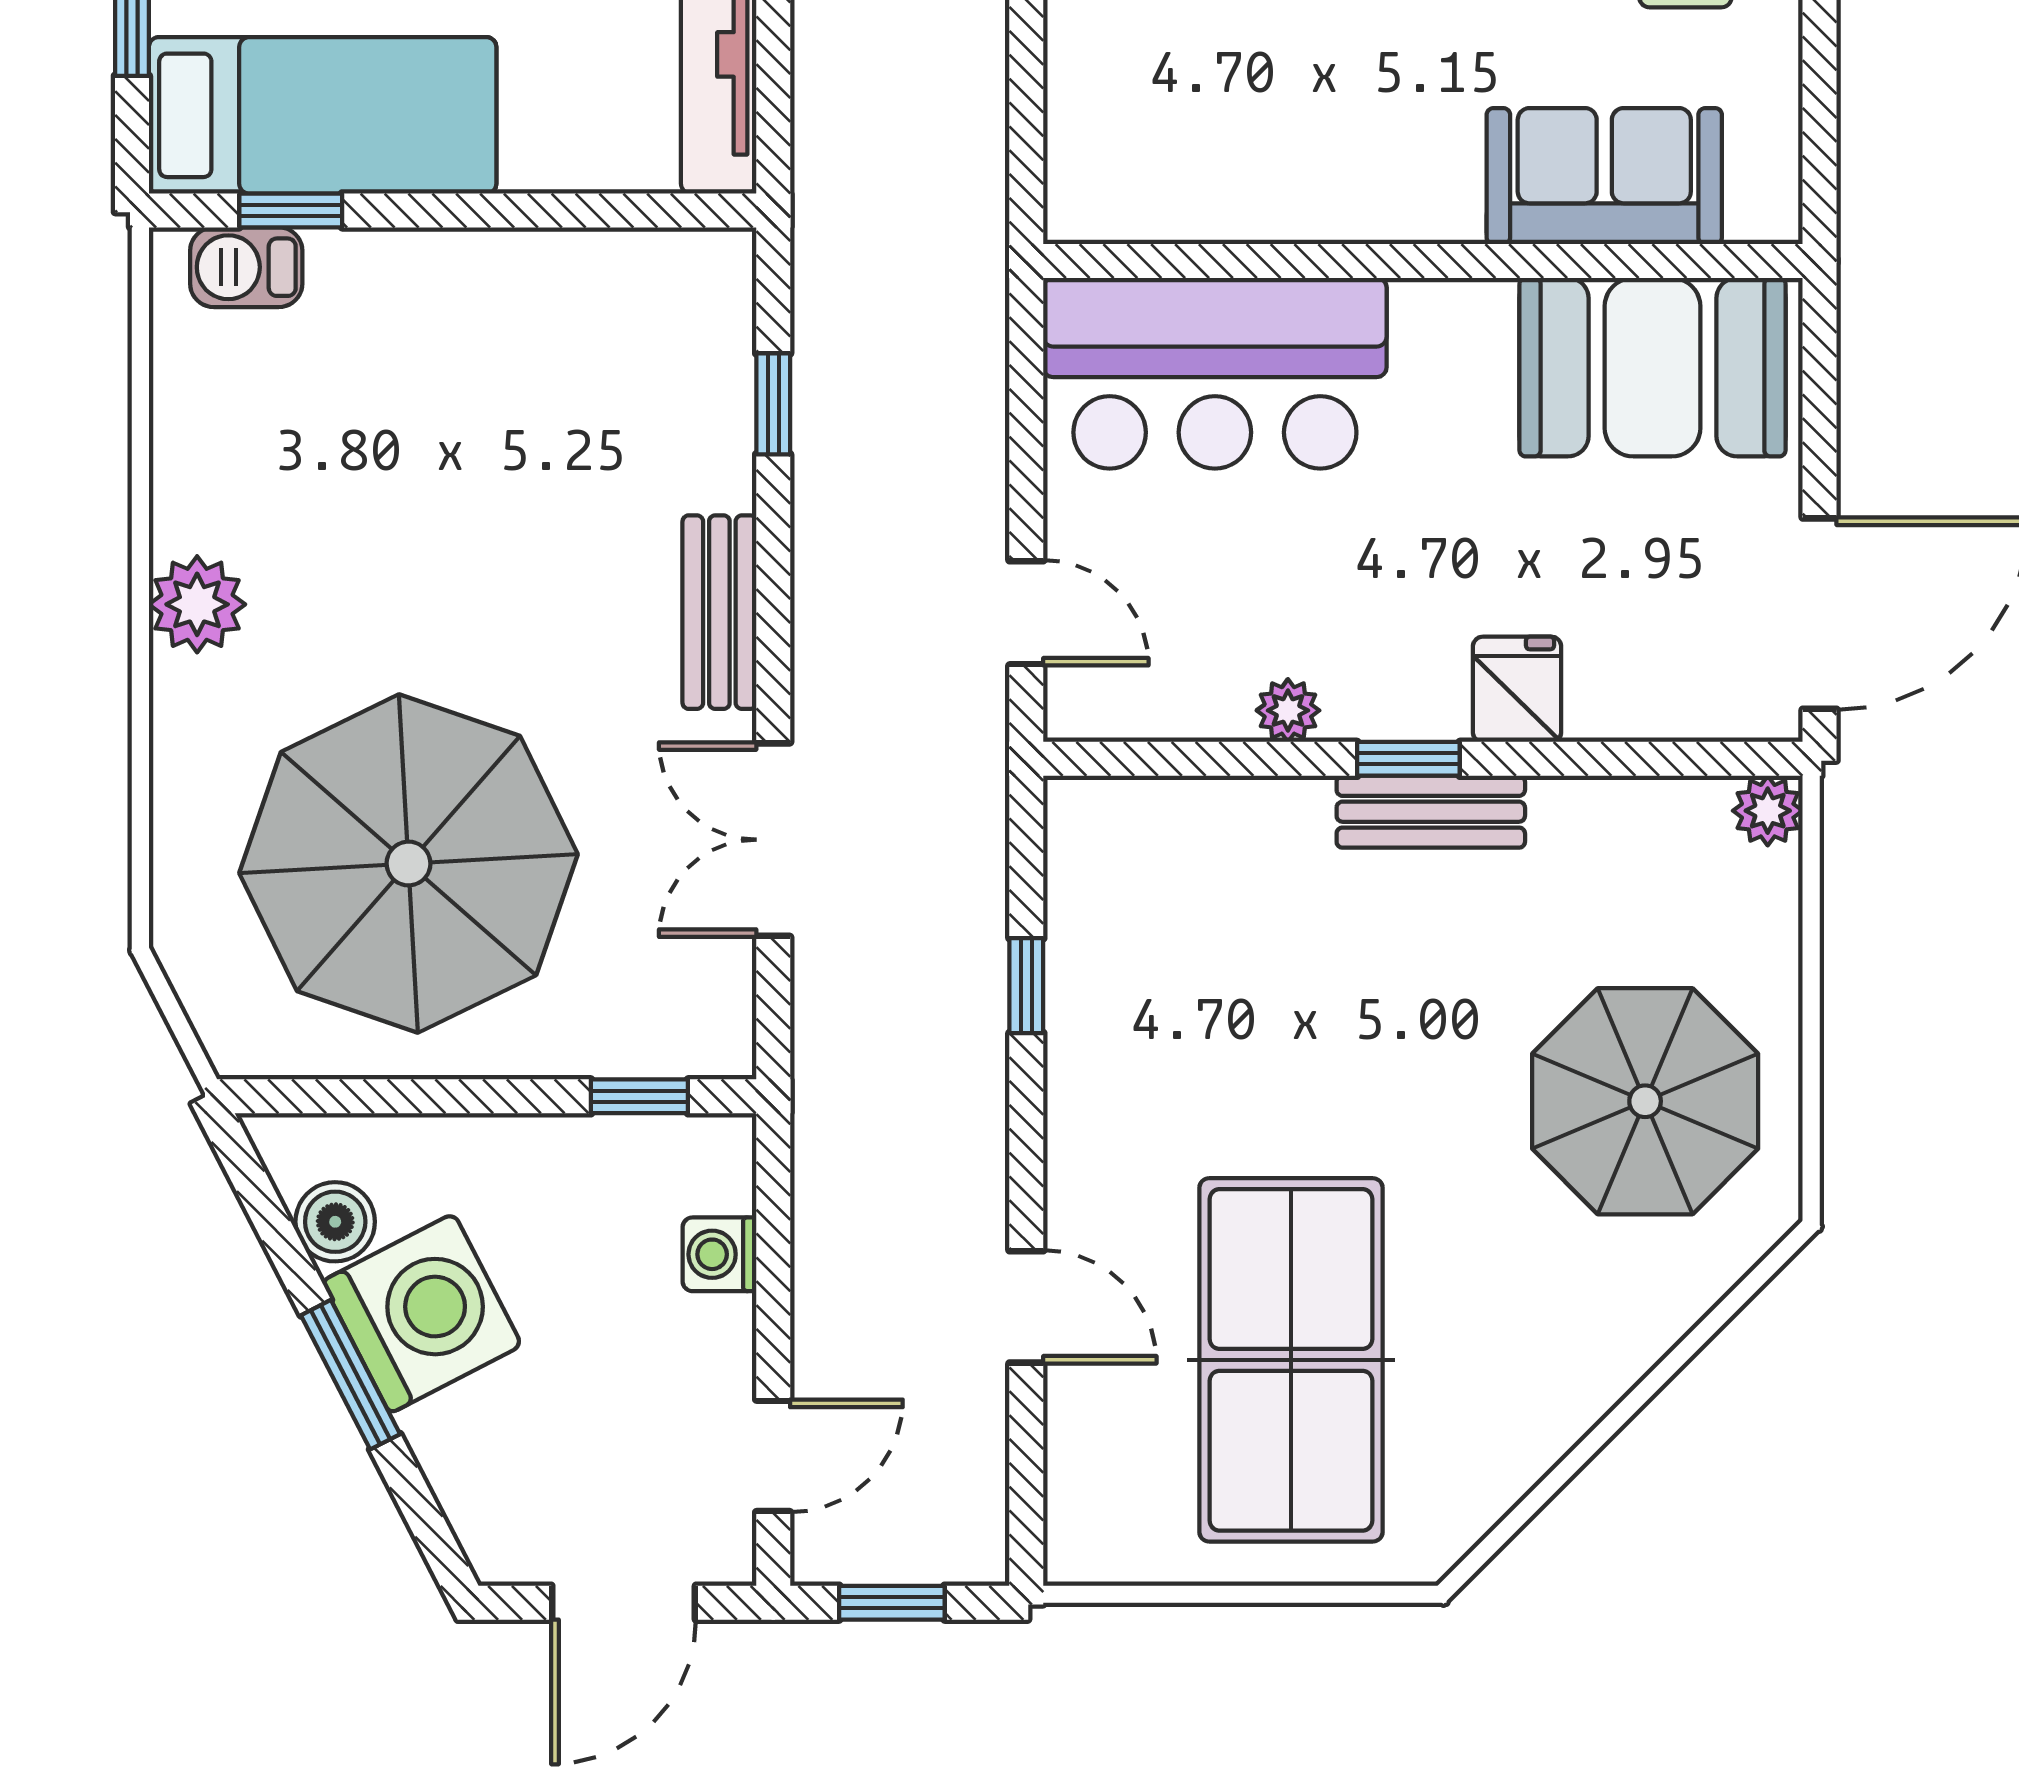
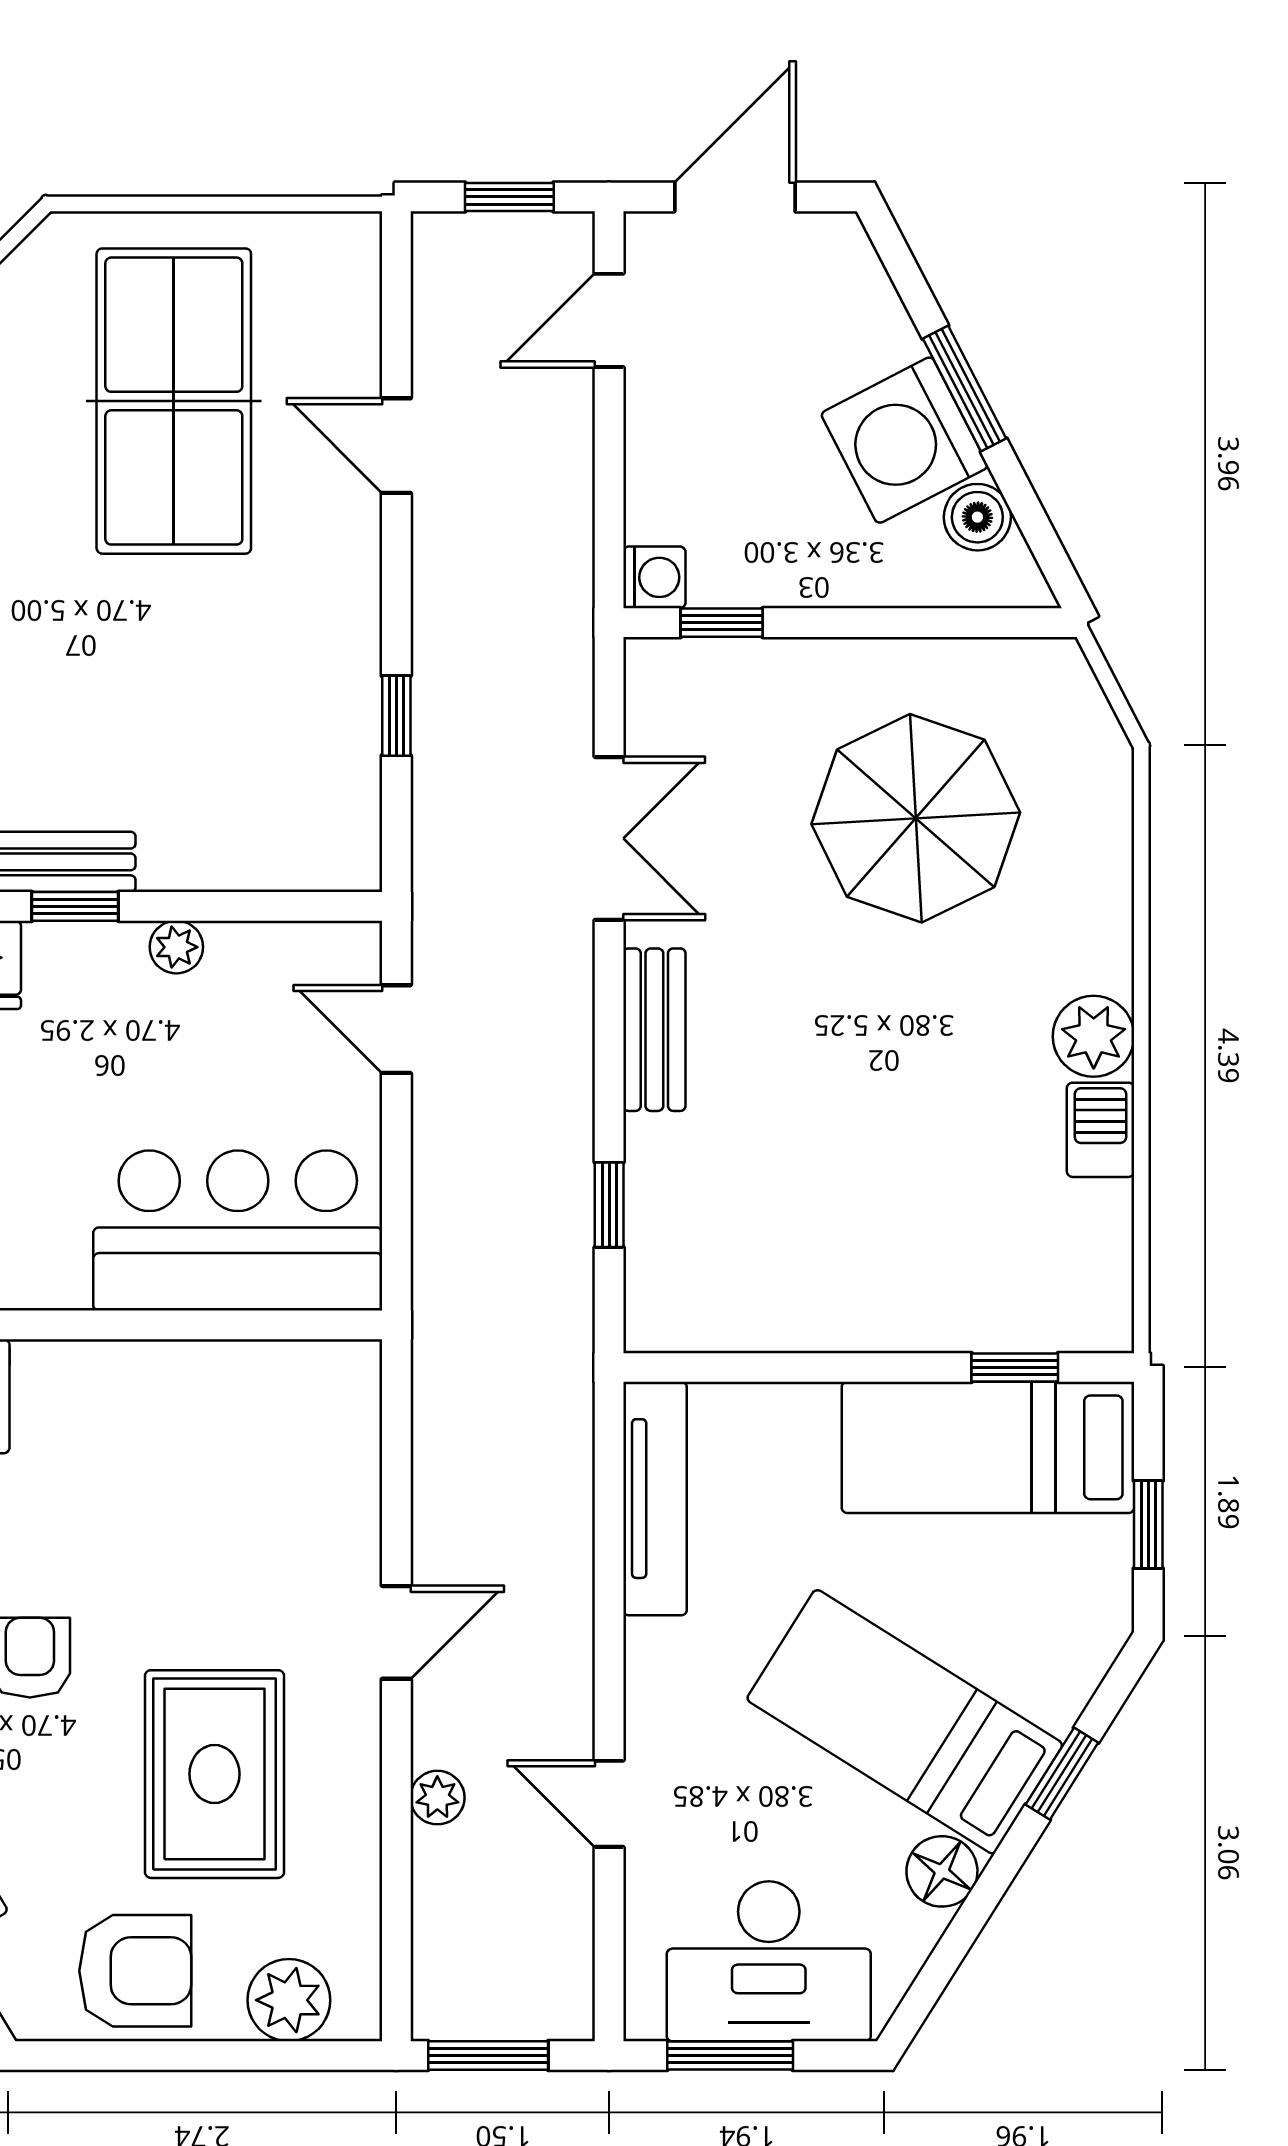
barbecue: (246, 267) -> (1101, 1130), moved, turned -90
parasol: (408, 864) -> (916, 818), width x0.73, depth x0.73
washing machine: (719, 1254) -> (654, 577), moved

